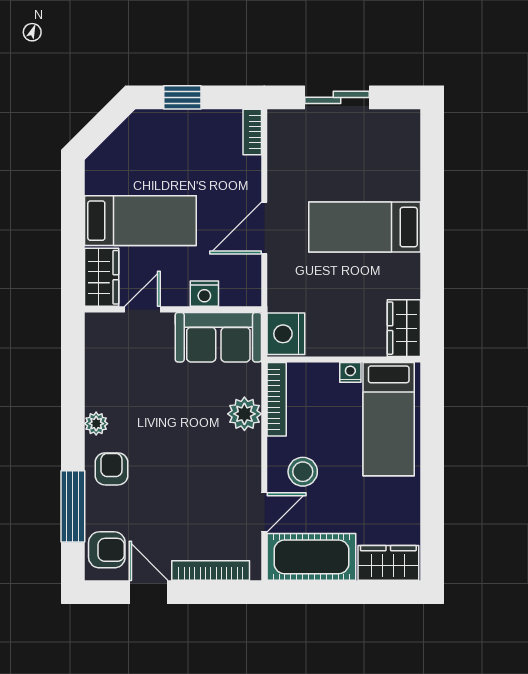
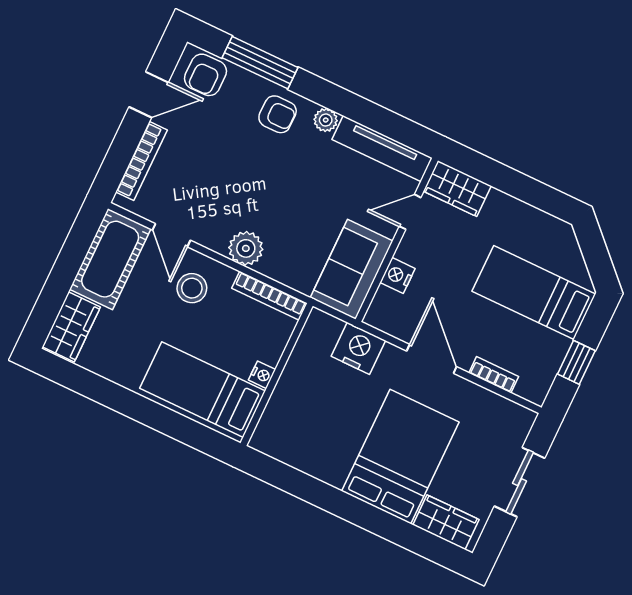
window: (182, 97) -> (576, 362), moved
bookcase: (252, 132) -> (494, 375), moved
bed: (140, 221) -> (534, 293), moved, turned 90
bed: (365, 227) -> (400, 456), width x1.50
door: (142, 309) -> (410, 212), swing flipped
wardrobe: (404, 328) -> (446, 522), moved
nightstand: (286, 334) -> (358, 348), moved
tv unit: (98, 361) -> (382, 149), added
plant: (244, 414) -> (246, 248), moved

